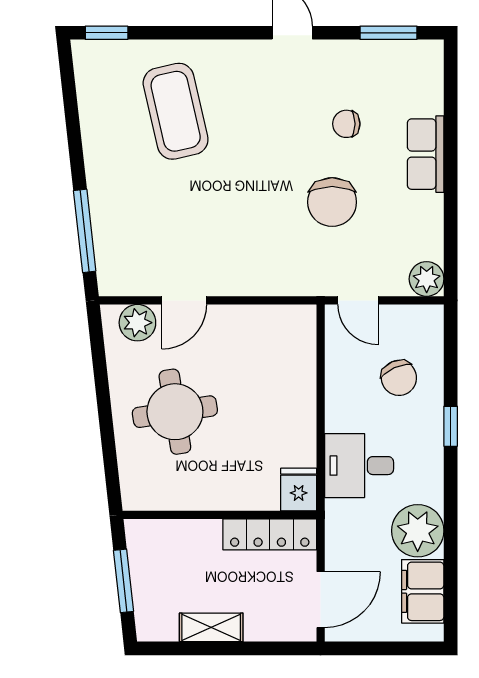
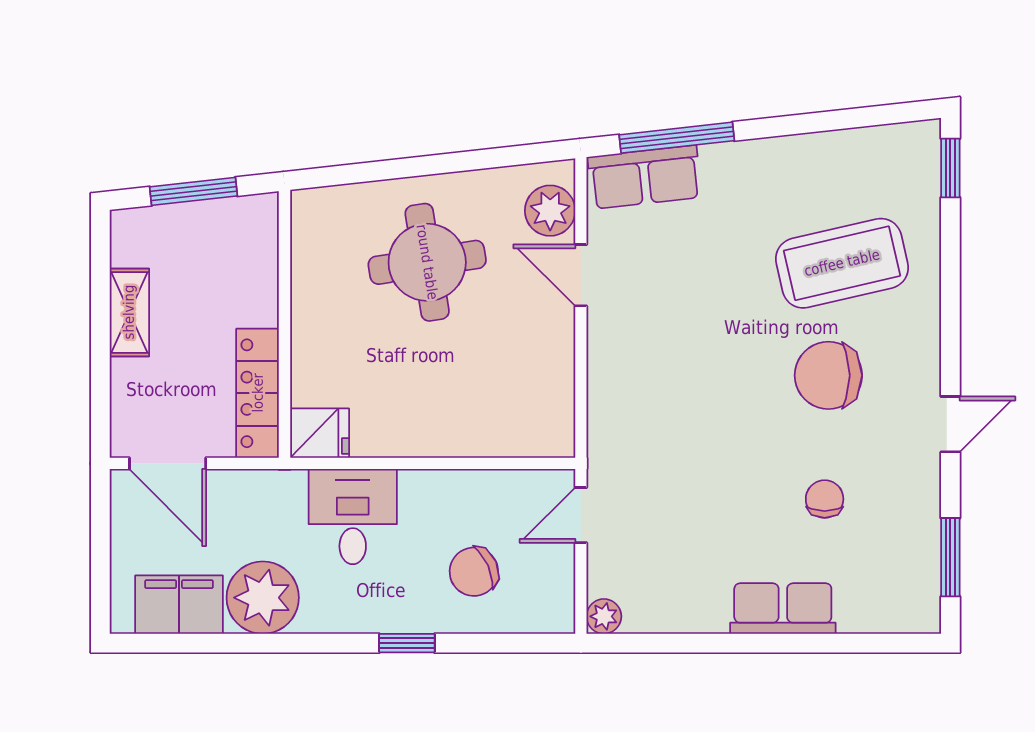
chair: (332, 202) -> (828, 375), moved
row of seats: (113, 254) -> (645, 177), added
plant: (427, 279) -> (604, 616), width x0.73, depth x0.73

